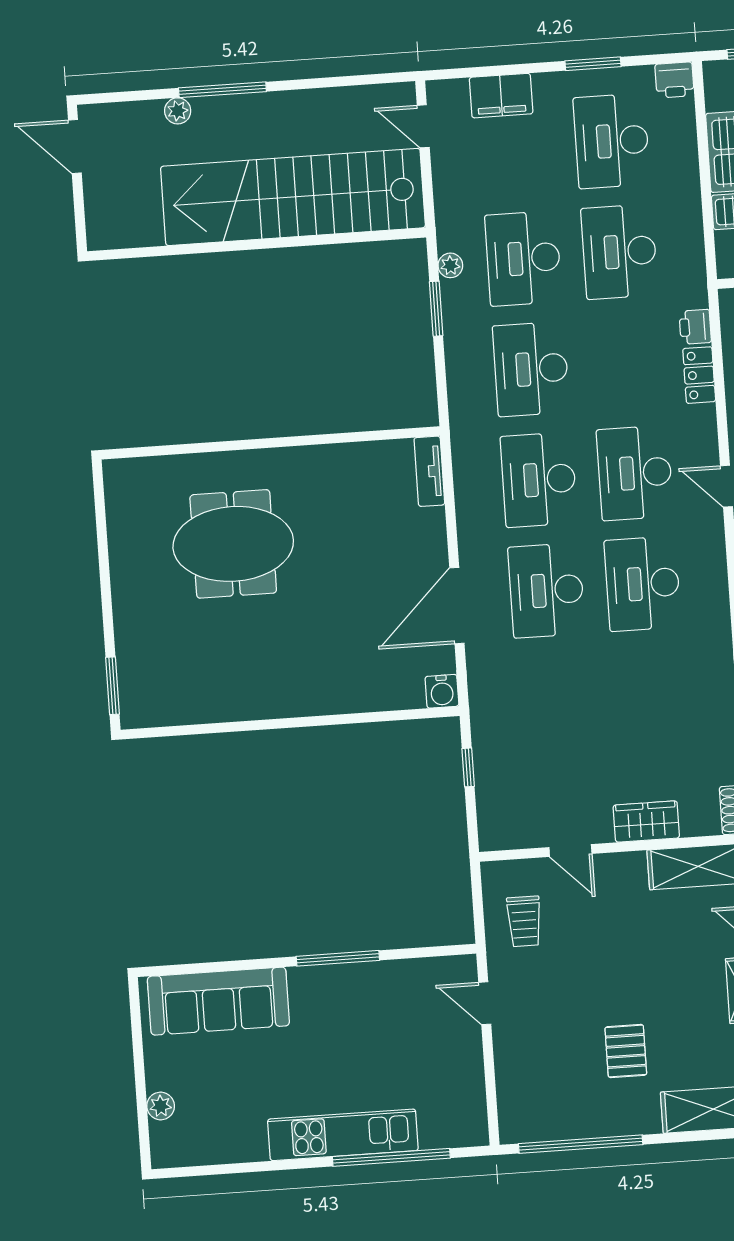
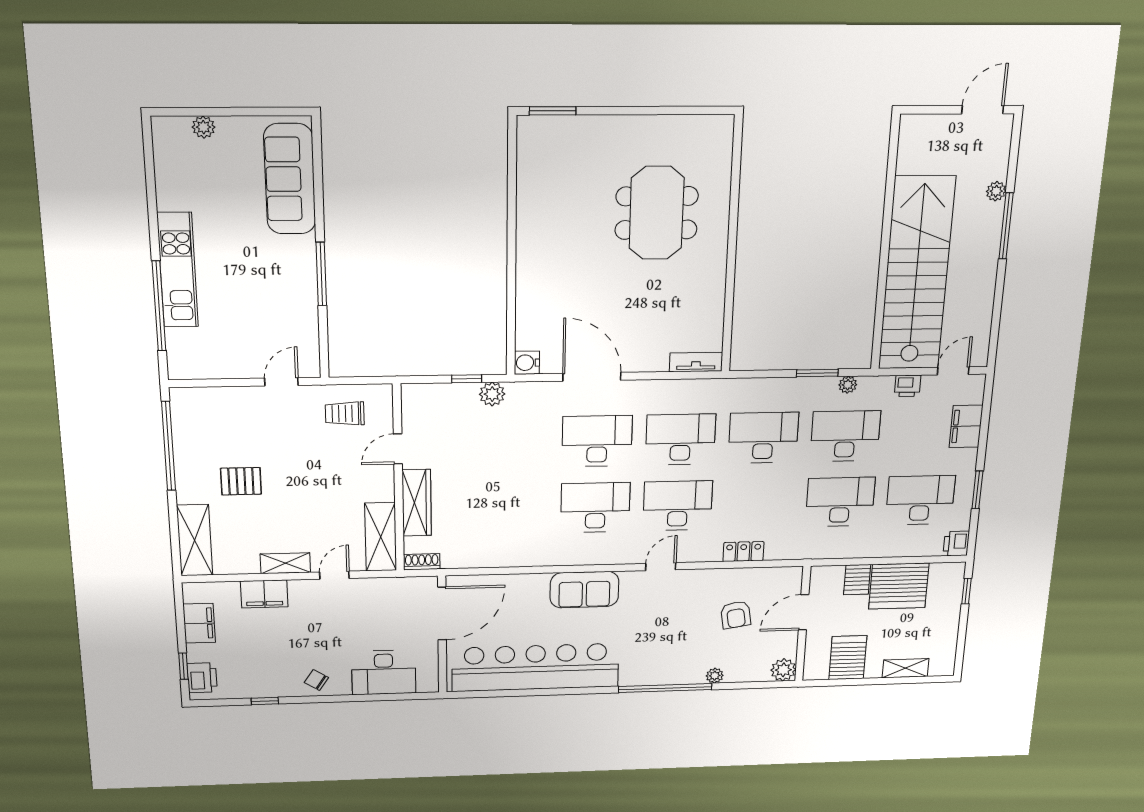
printer: (695, 327) -> (907, 386), moved, turned 180
plant: (488, 733) -> (492, 394), added
wardrobe: (646, 822) -> (417, 503), width x1.50

